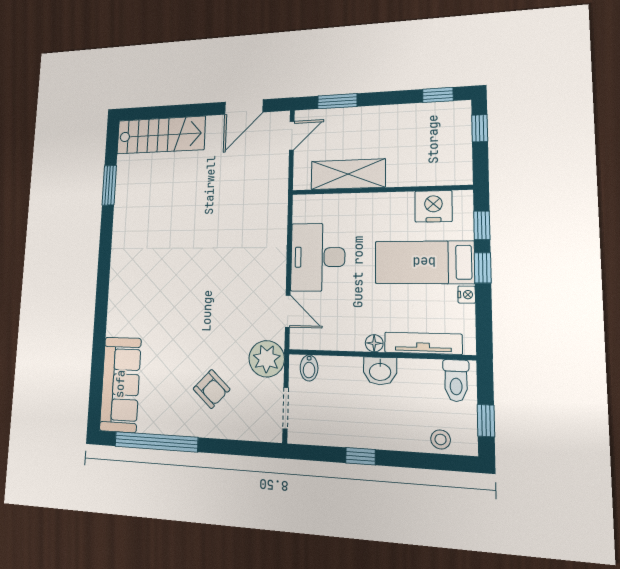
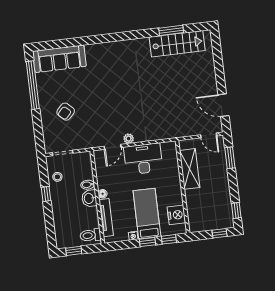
stairs: (161, 135) -> (177, 44), moved, turned -90
plant: (267, 359) -> (129, 139), moved, width x0.53, depth x0.53
bidet: (309, 368) -> (88, 185), moved
stool: (441, 439) -> (57, 177), moved

